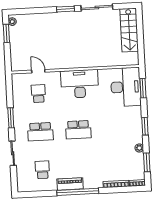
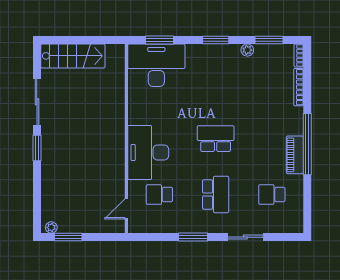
door: (38, 71) -> (126, 209), moved
desk: (80, 84) -> (148, 152), moved
school desk: (78, 130) -> (216, 139), turned -90

